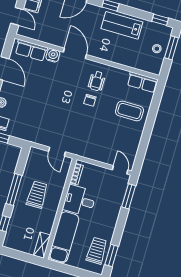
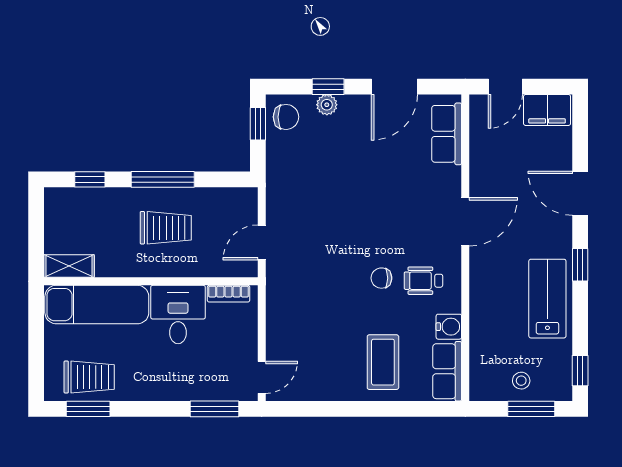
water cooler: (53, 55) -> (449, 327), moved

